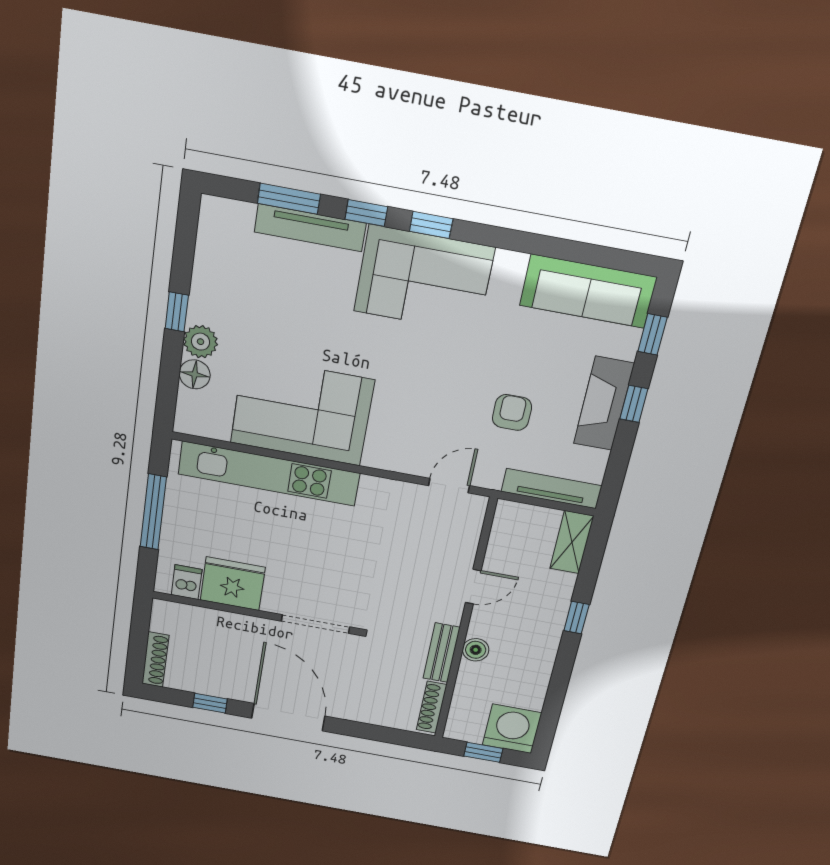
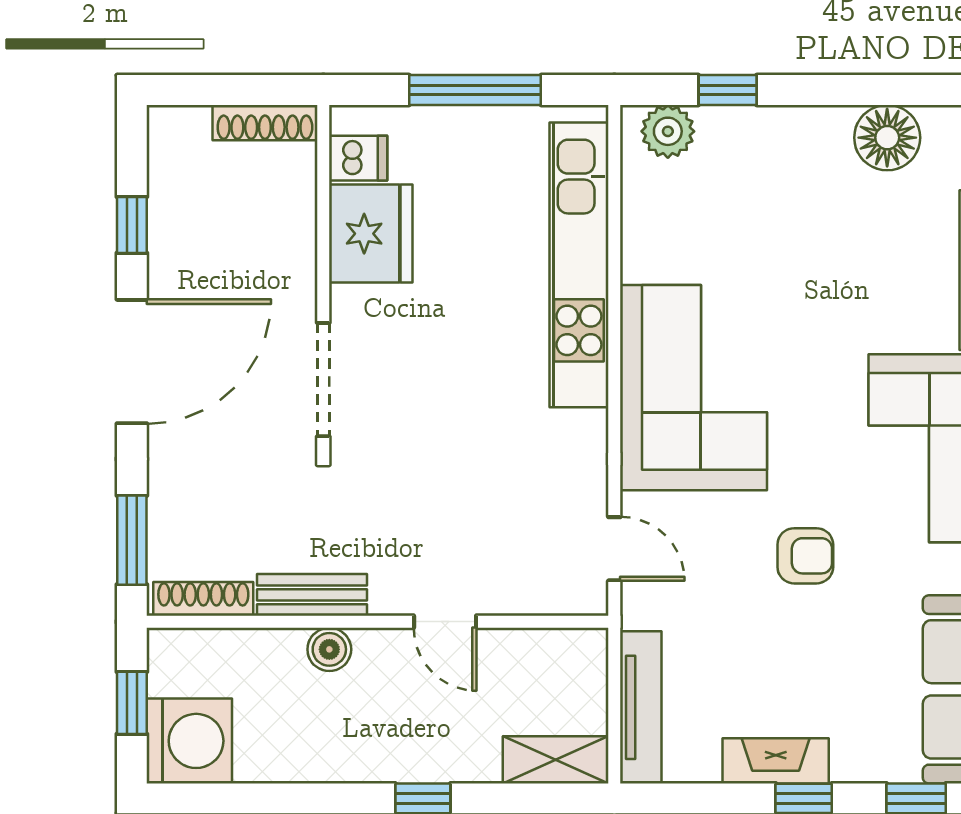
window: (177, 312) -> (728, 90), moved
plant: (200, 342) -> (668, 131), moved
floor lamp: (195, 374) -> (887, 138), moved, width x1.38, depth x1.38
fireplace: (604, 404) -> (776, 761), width x0.73, depth x0.76
corner sofa: (302, 411) -> (694, 388), moved
armchair: (512, 412) -> (805, 556), moved
shoe rack: (155, 660) -> (265, 123), moved
window: (390, 736) -> (132, 540), added

